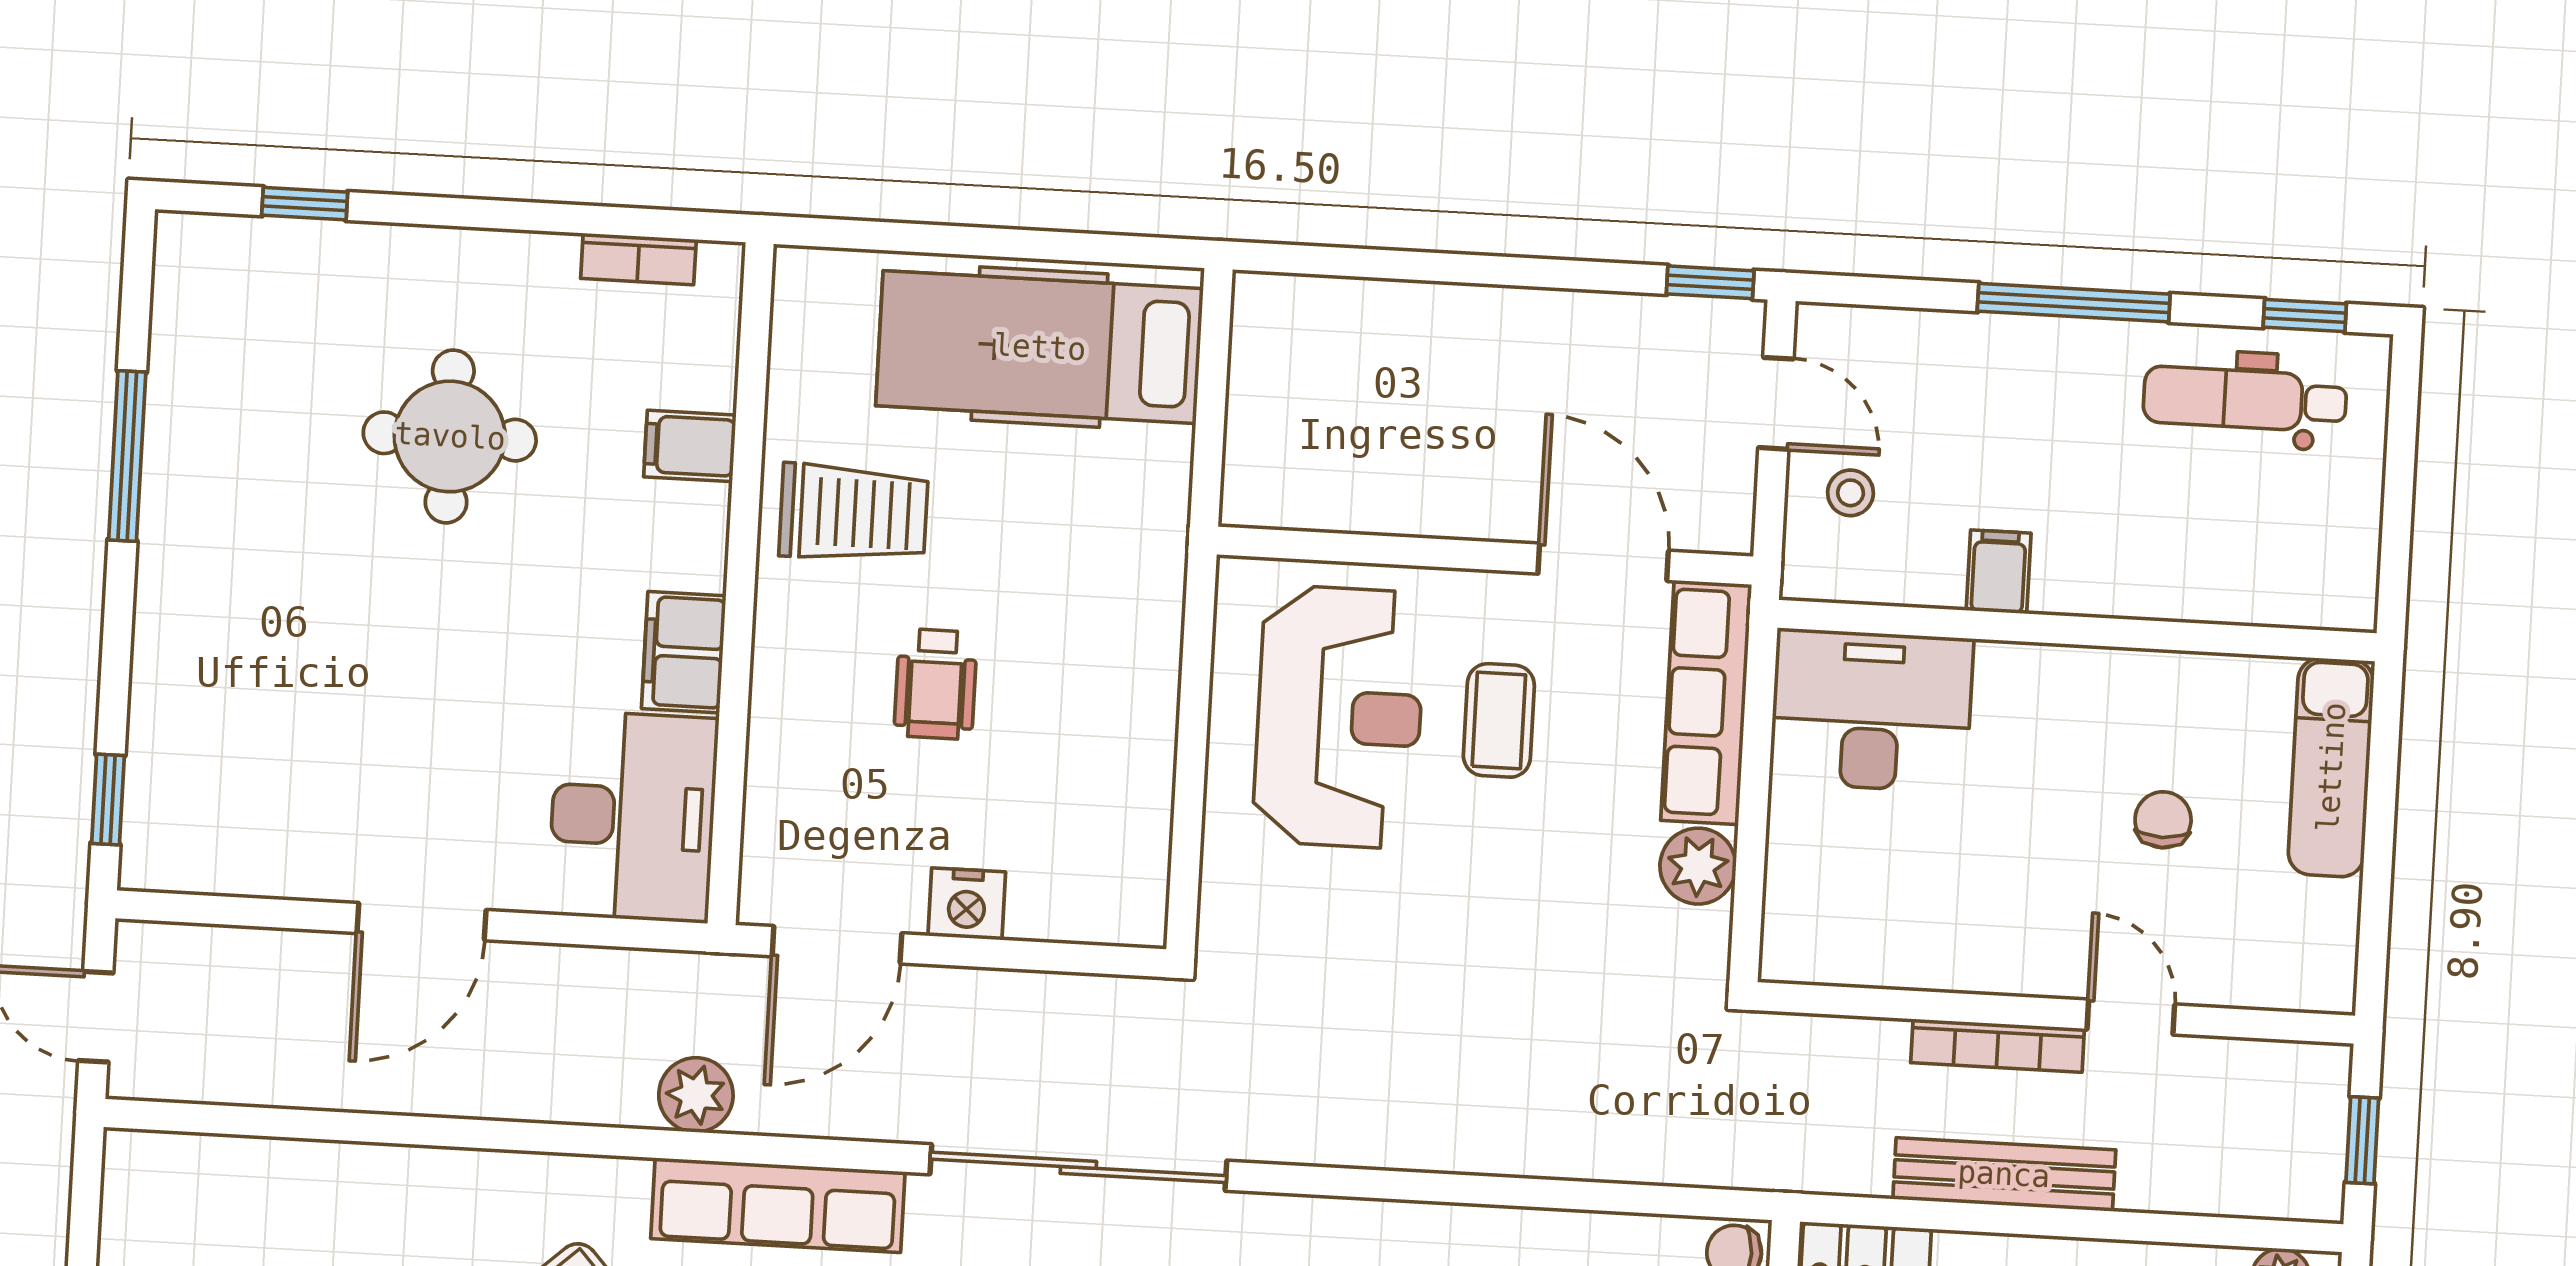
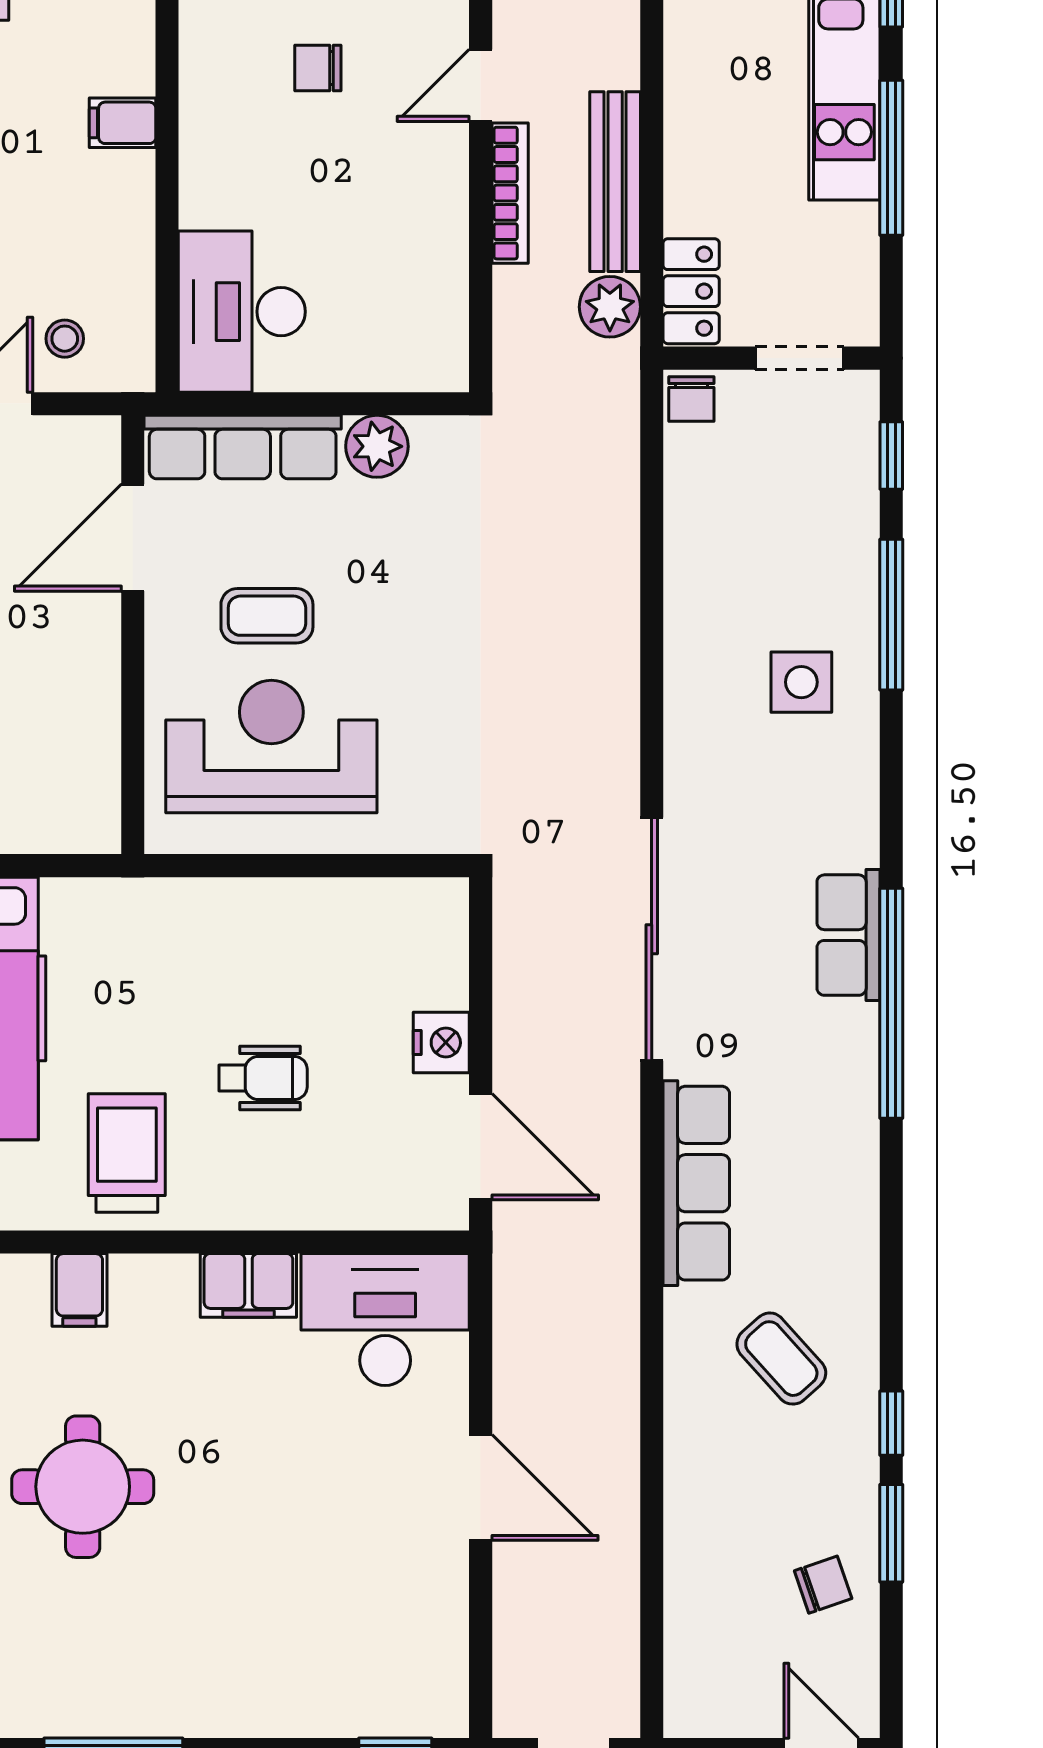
filing cabinet: (1999, 572) -> (123, 123), moved
plant: (696, 1095) -> (610, 307), moved

